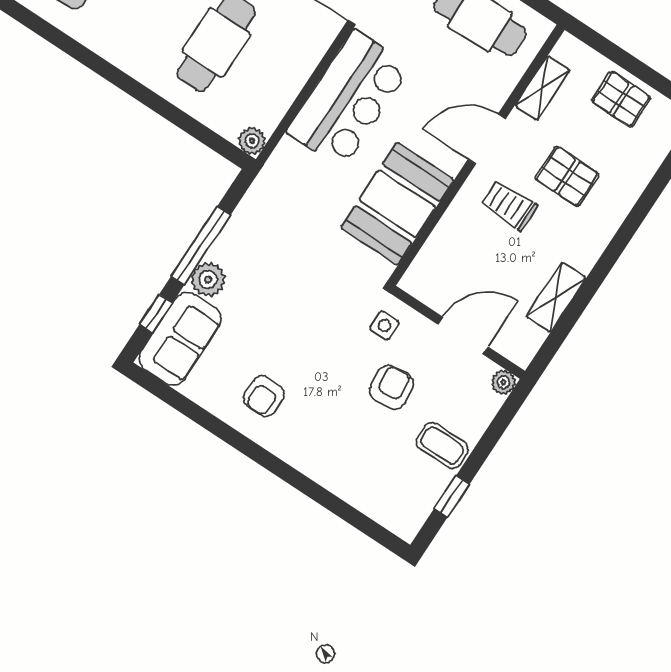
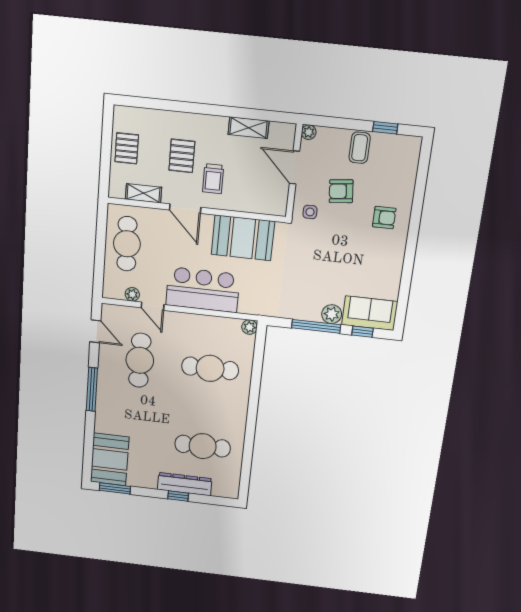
armchair: (264, 396) -> (384, 218), moved

